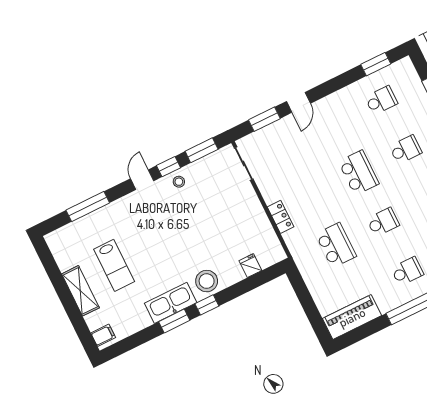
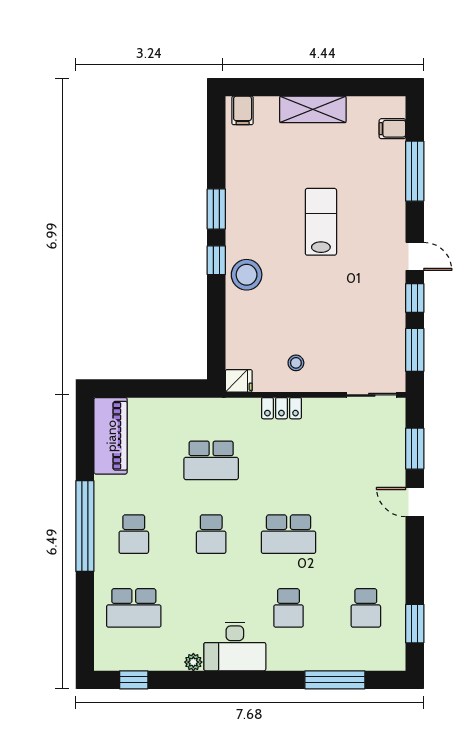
stool: (179, 182) -> (296, 363), moved
filing cabinet: (68, 234) -> (392, 129), added
lab bench: (114, 265) -> (321, 222), moved, turned 90
fridge: (250, 266) -> (239, 381), moved
kitchen sink: (171, 303) -> (241, 216), removed

